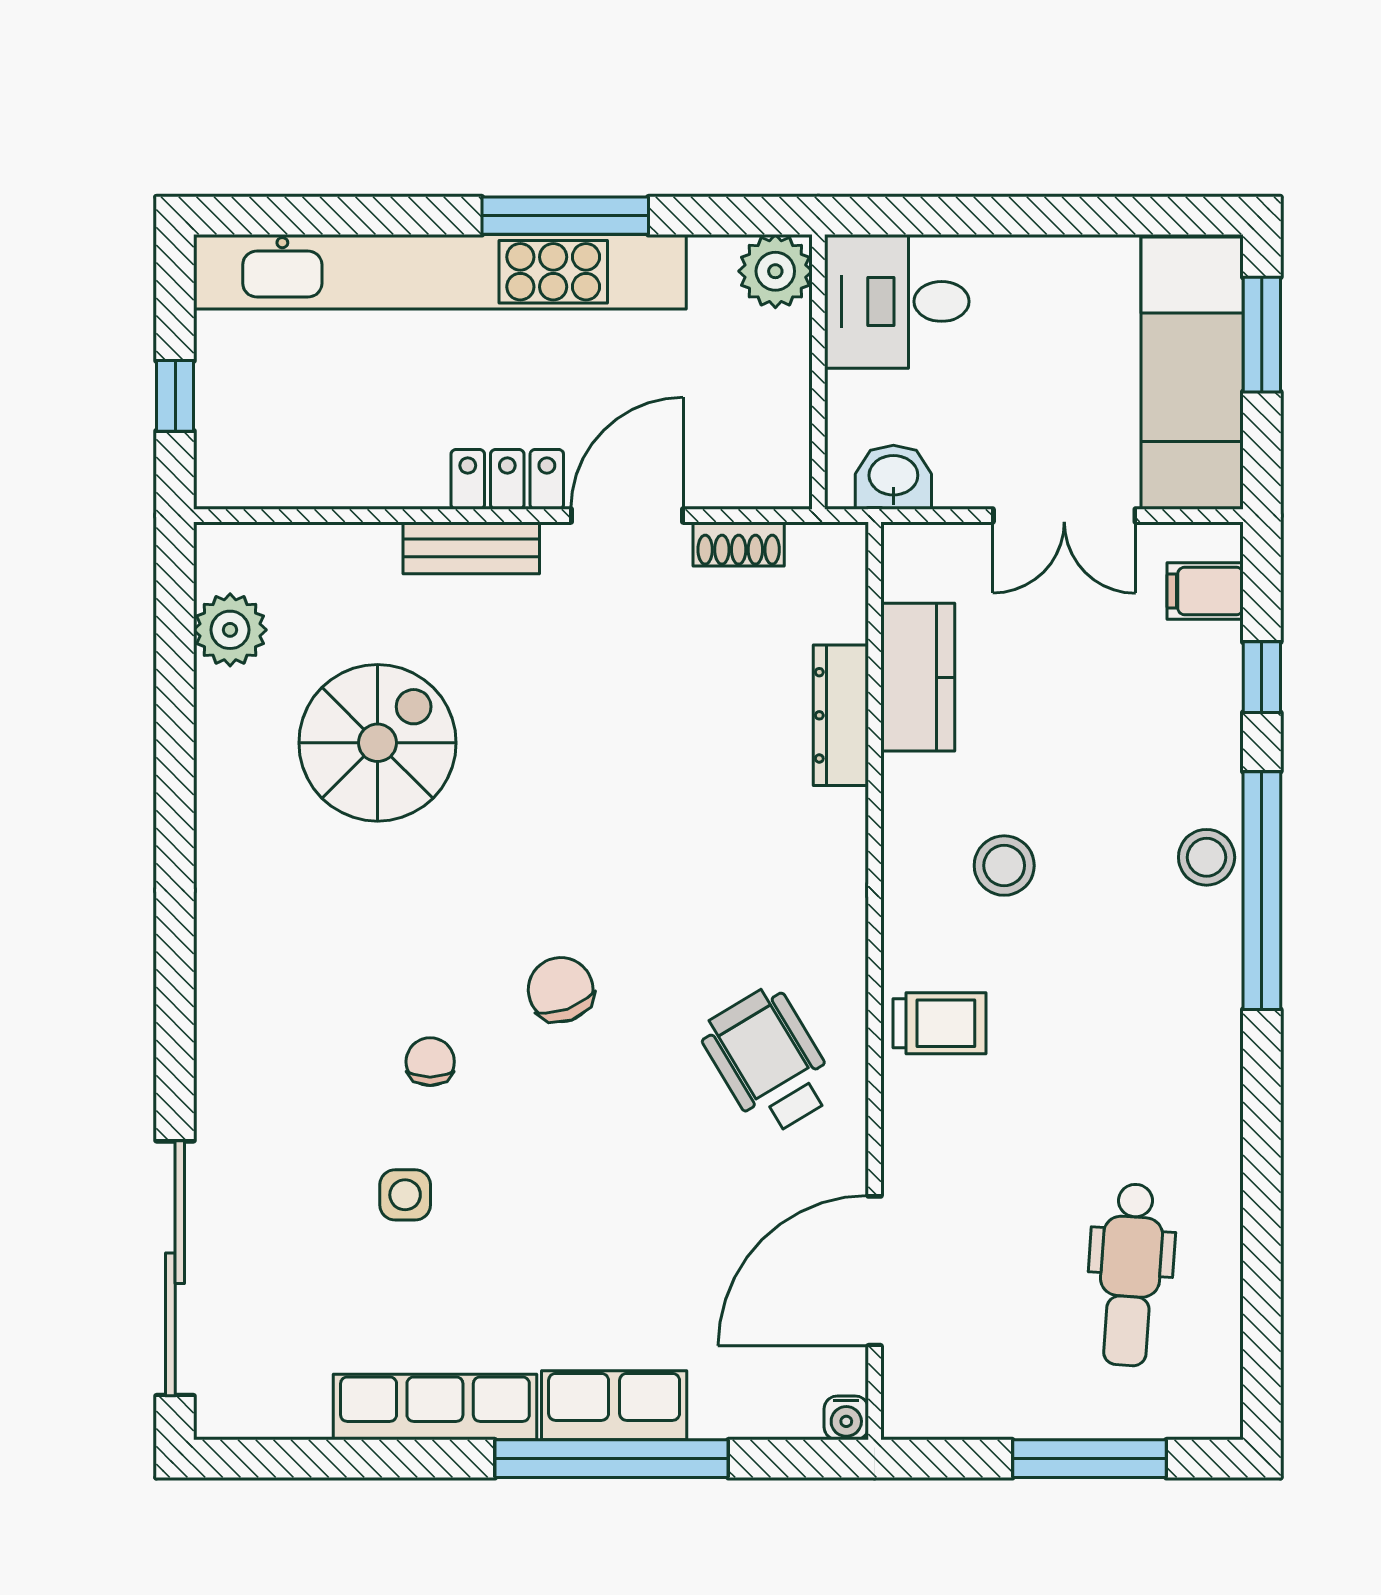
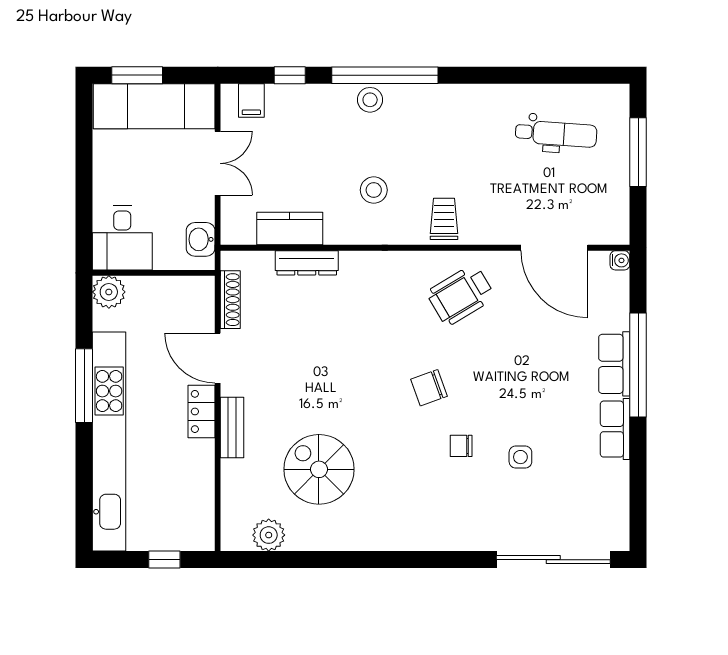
shoe rack: (739, 544) -> (230, 300), width x1.43
row of seats: (435, 1407) -> (615, 429), width x0.68

